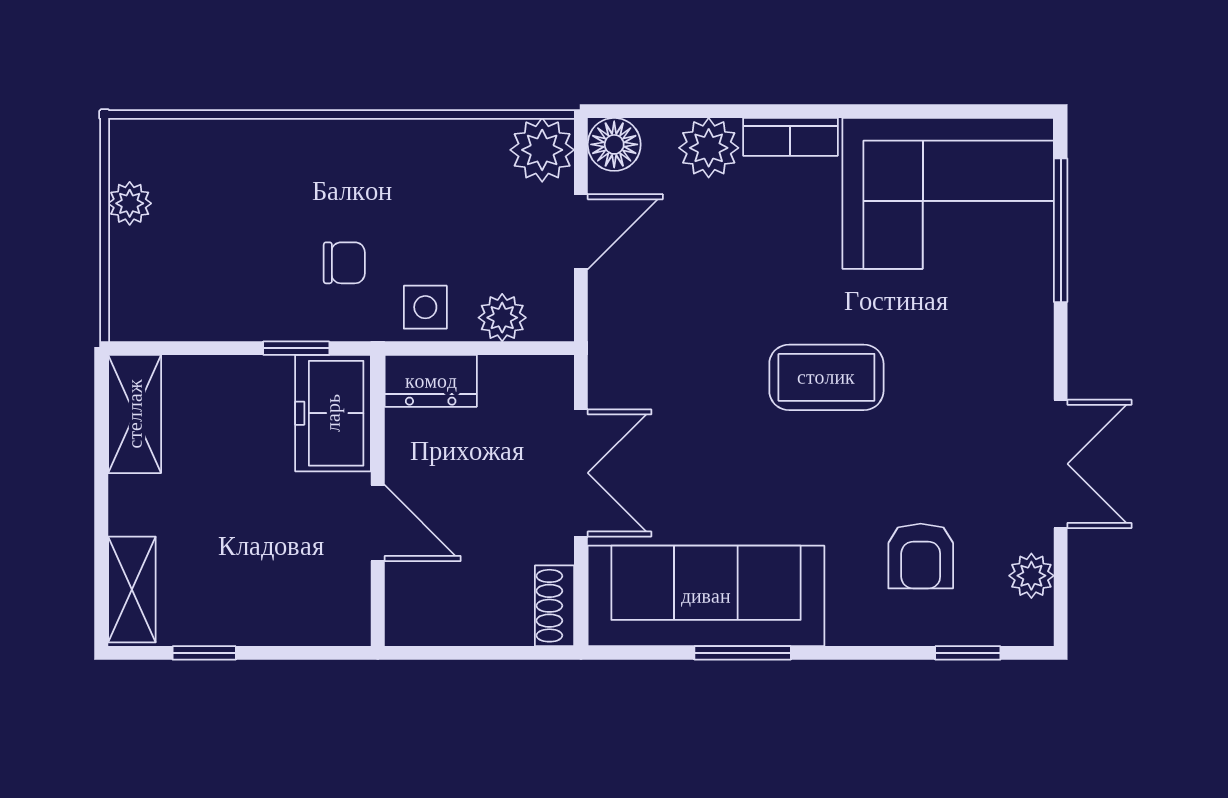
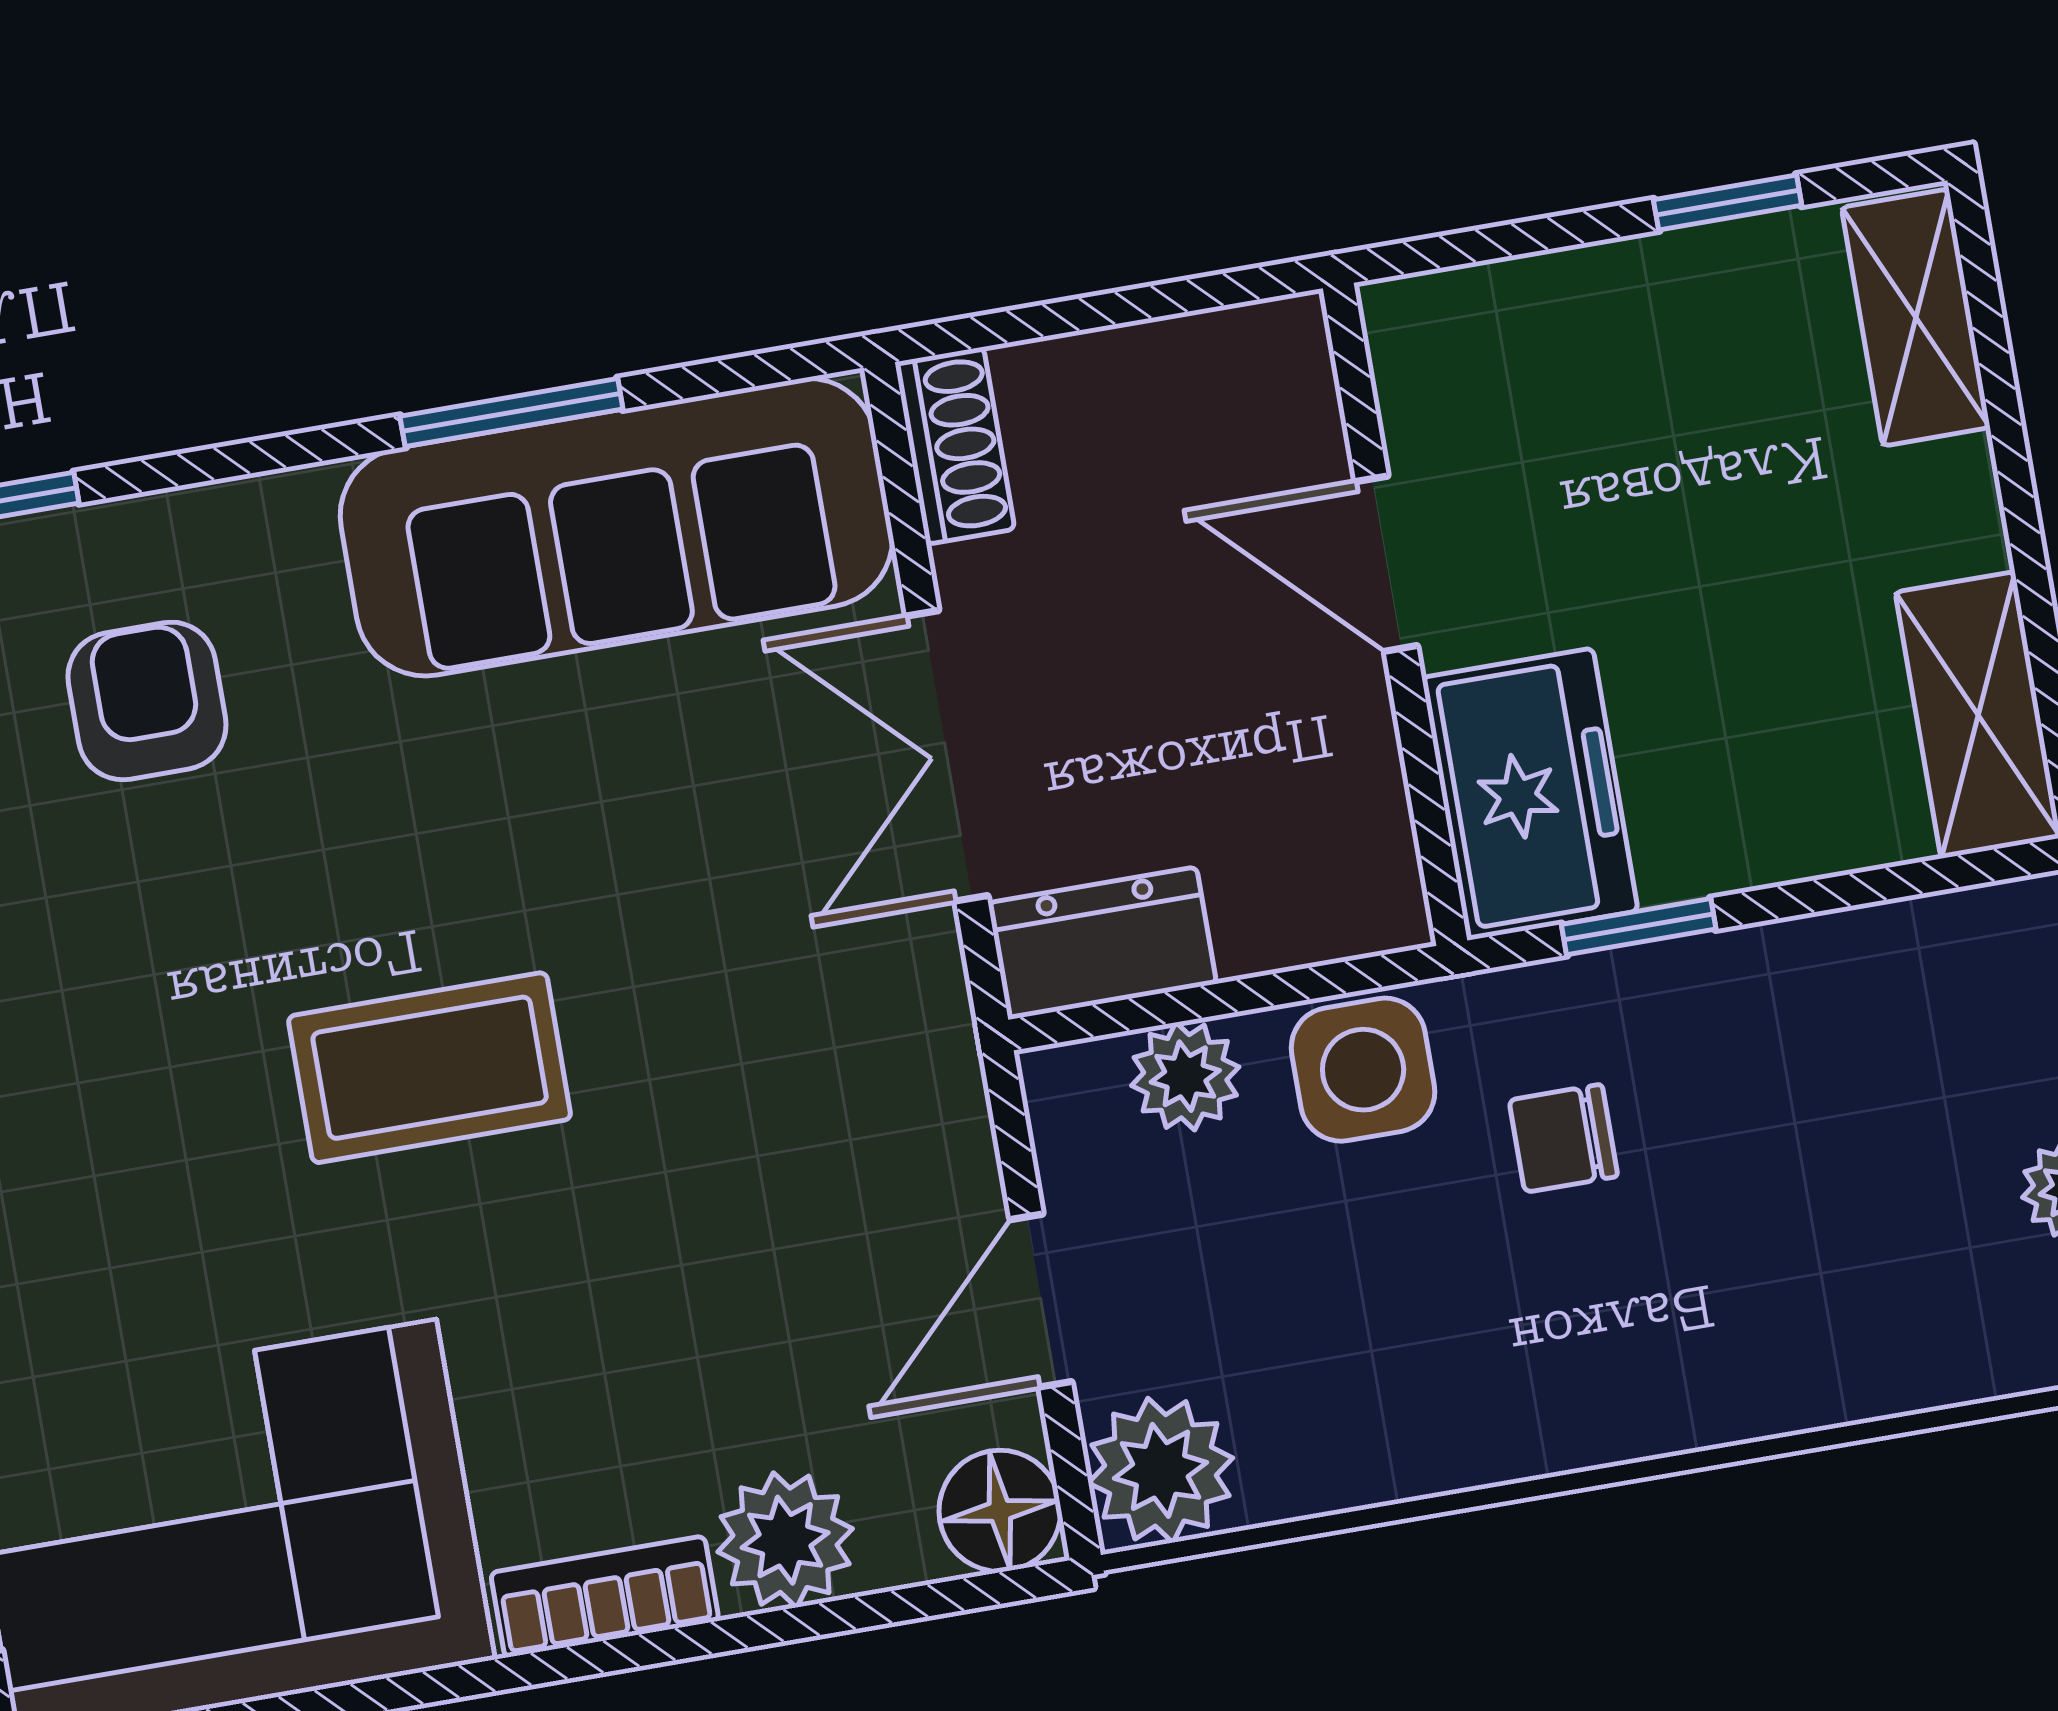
side table: (425, 307) -> (1363, 1070), width x1.37, depth x1.37
dresser: (431, 381) -> (1102, 943), moved

